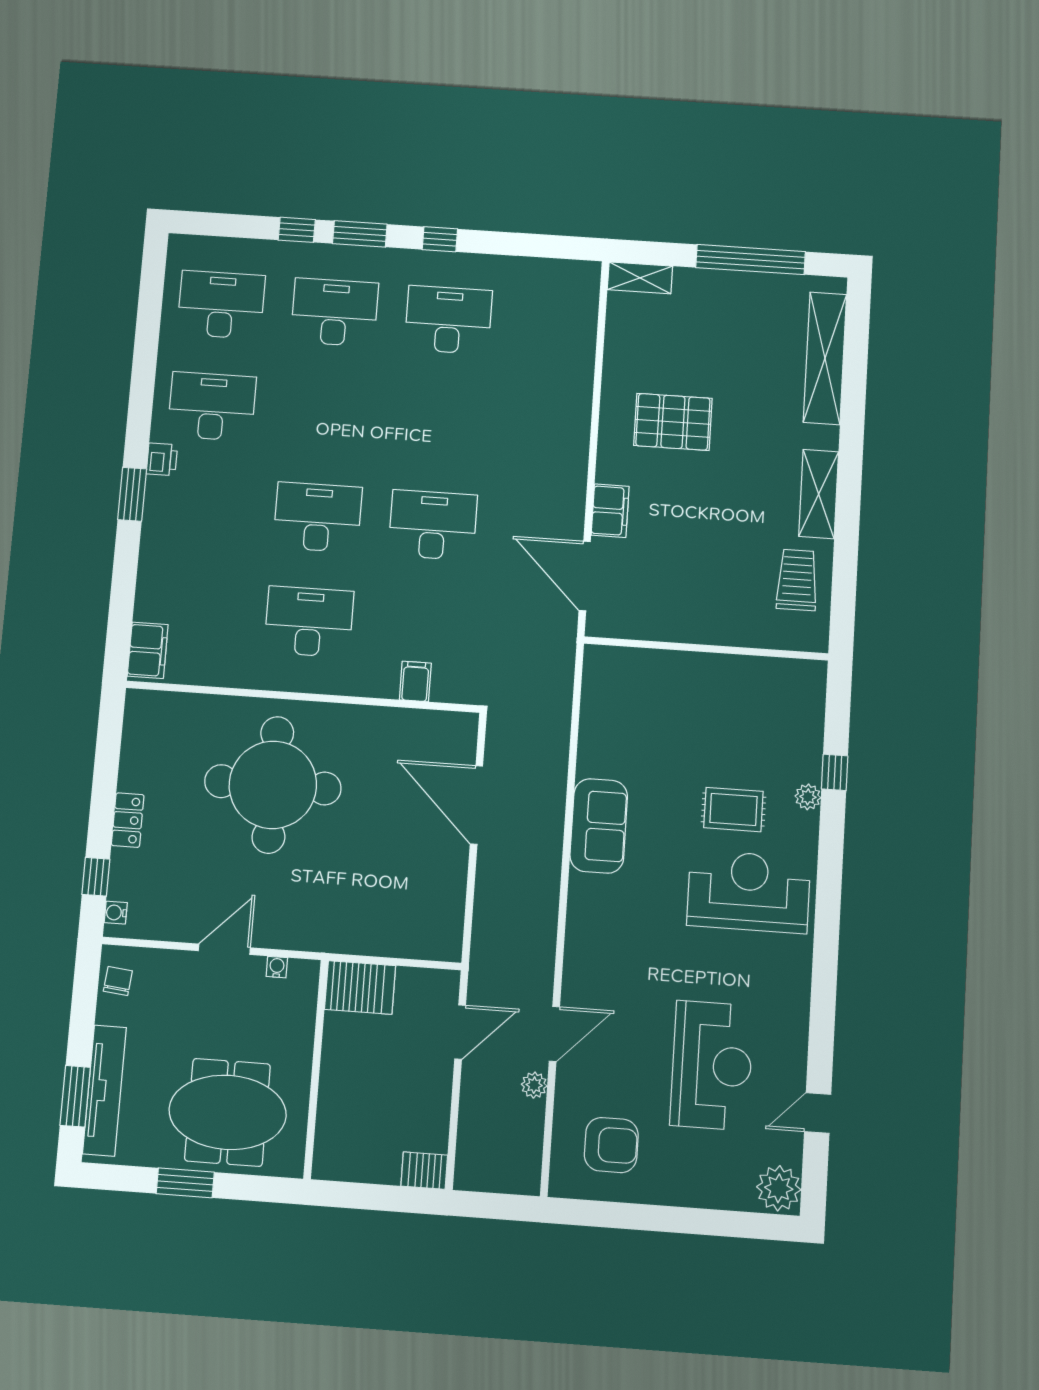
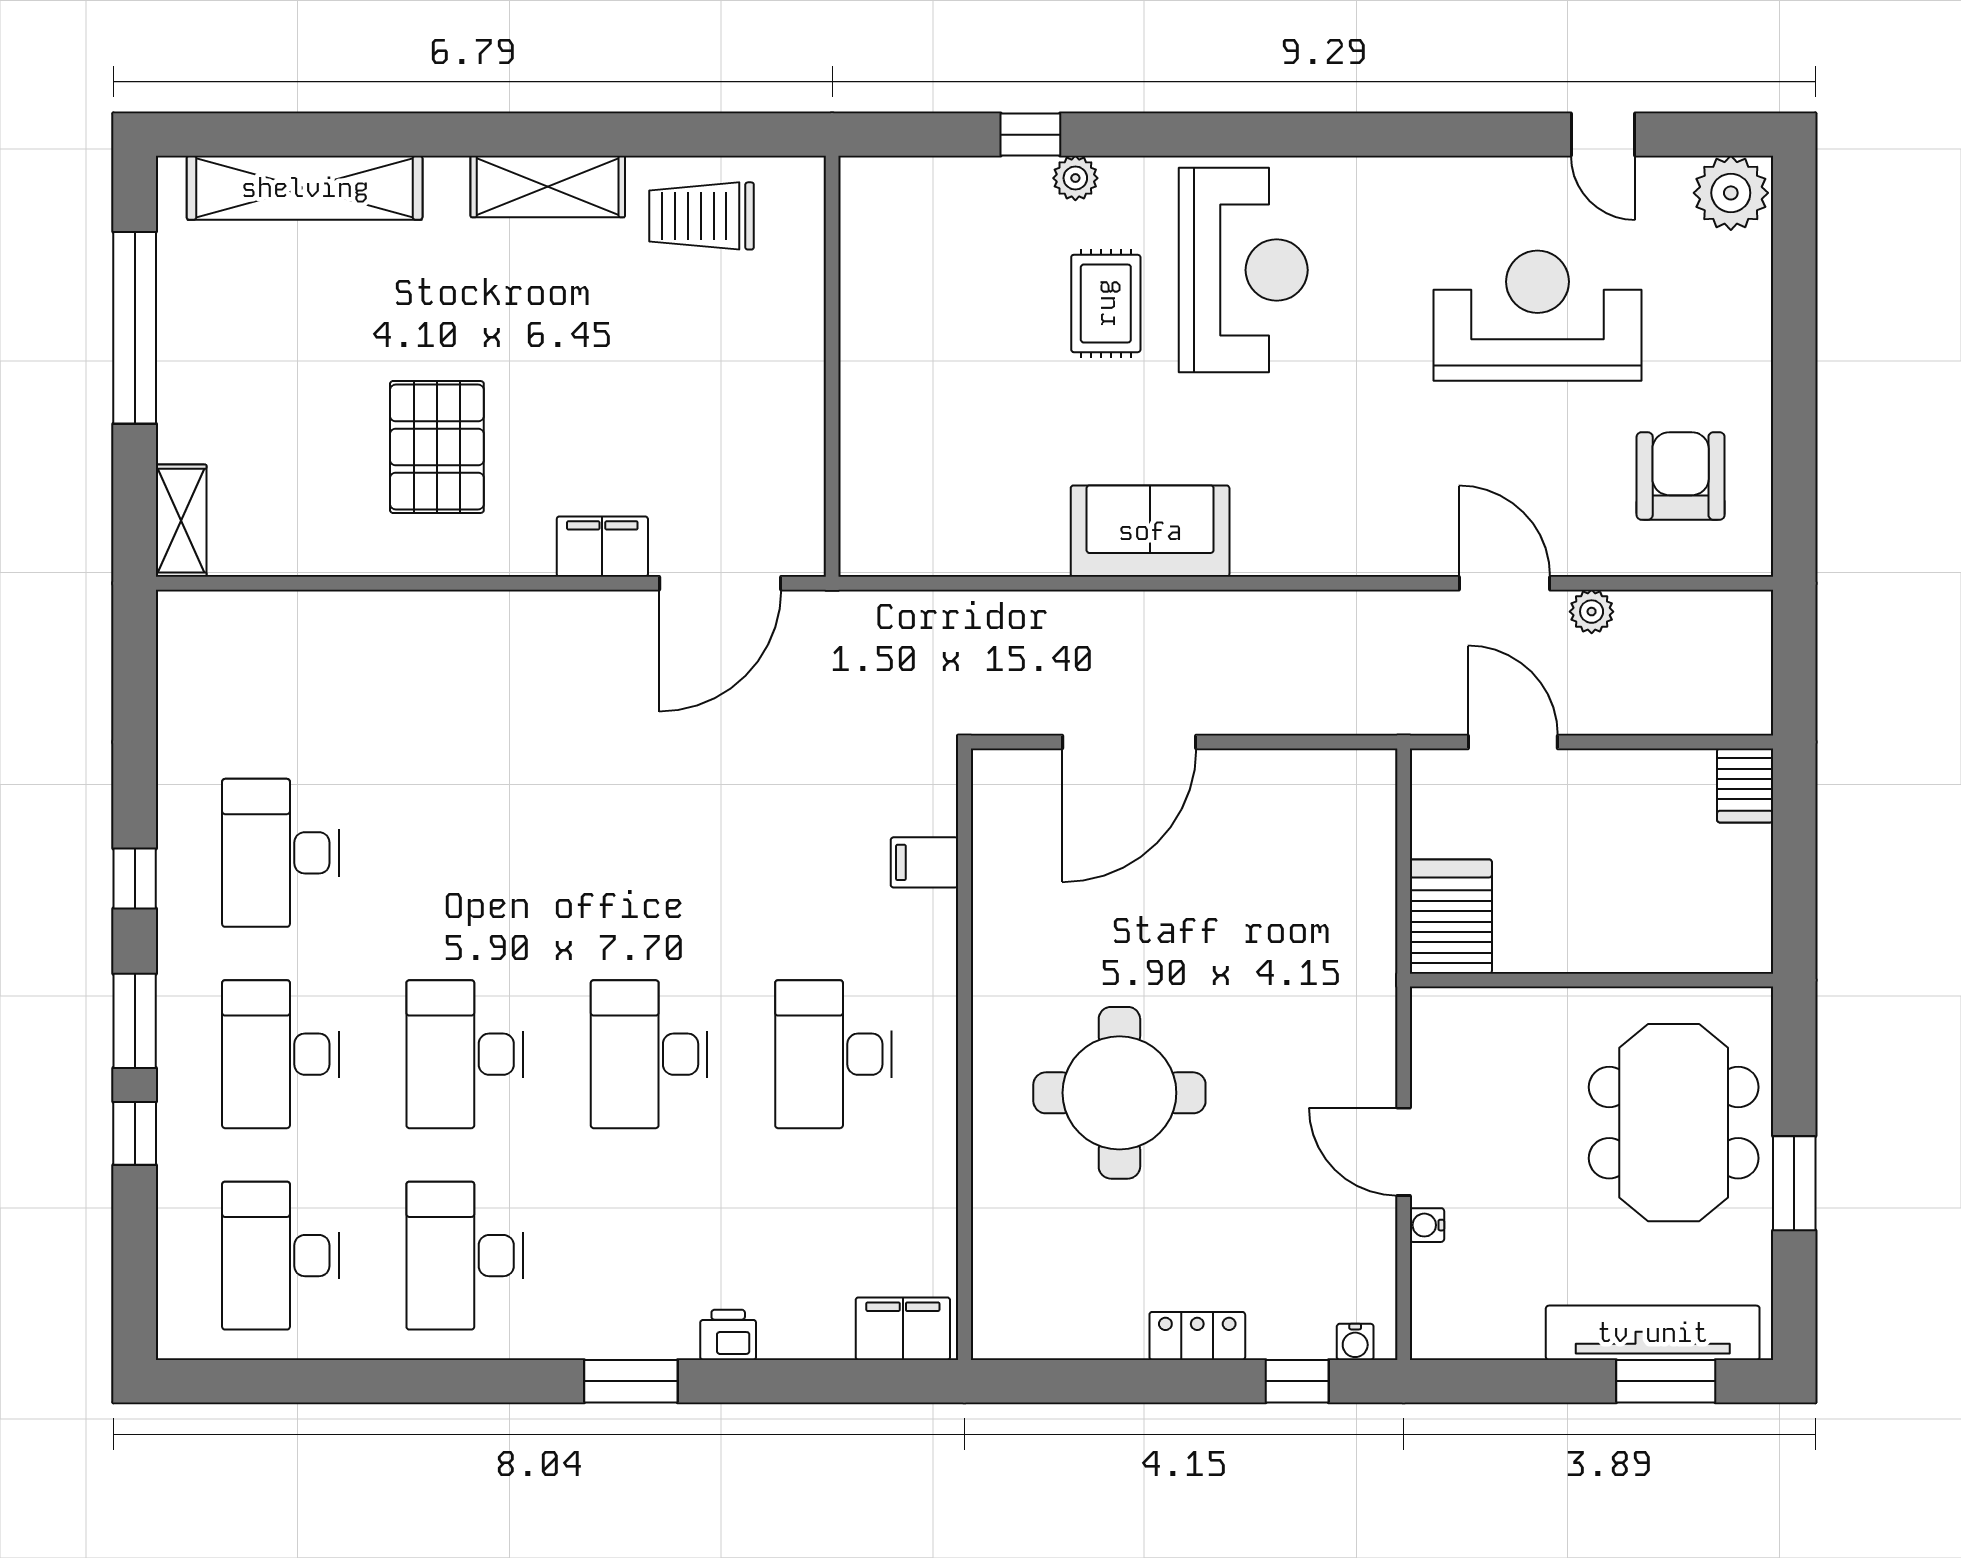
printer: (162, 459) -> (728, 1335), moved
desk: (433, 525) -> (465, 1054), moved
round table: (273, 785) -> (1119, 1093), width x0.73, depth x0.73
reception desk: (749, 892) -> (1243, 270), turned 180
water cooler: (277, 967) -> (1427, 1225), moved
chair: (118, 981) -> (1470, 1327), removed

